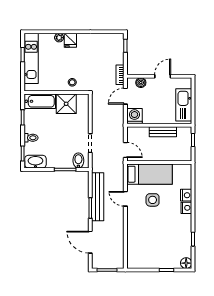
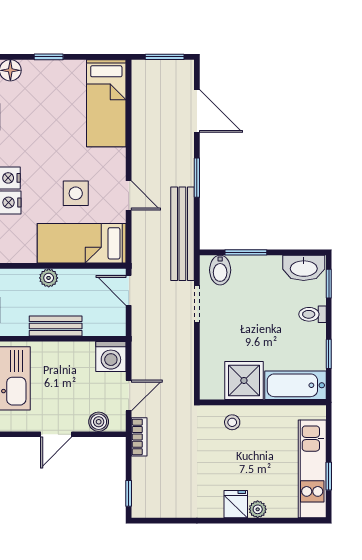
plant: (166, 156) -> (49, 278), added
bench: (98, 197) -> (182, 234), moved
bed: (137, 246) -> (106, 103), added

